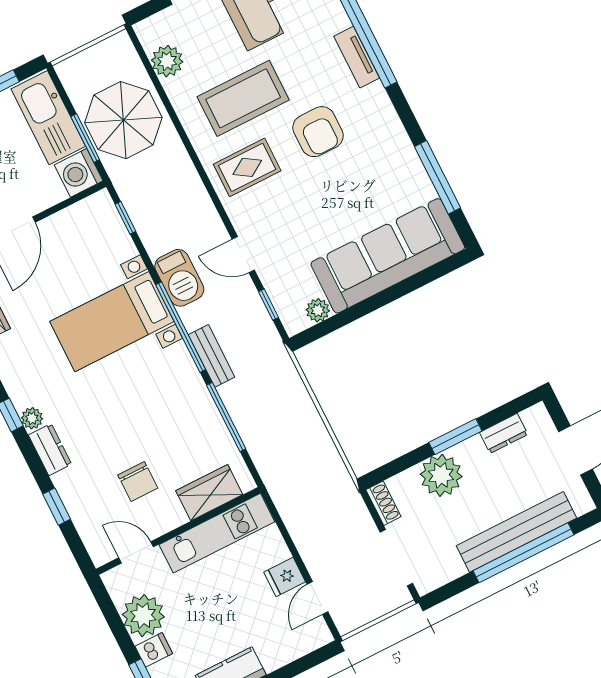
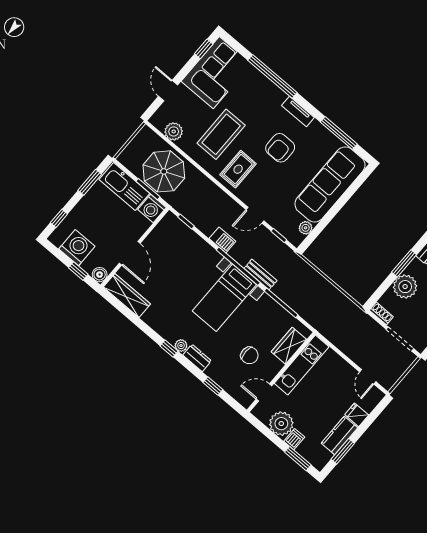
tv unit: (357, 57) -> (298, 111), moved
armchair: (318, 132) -> (280, 148), moved, turned 90
barbecue: (179, 278) -> (222, 240), width x0.73, depth x0.79
bed with nightstands: (112, 322) -> (224, 298), moved
fridge: (285, 577) -> (357, 415), moved, turned 90

